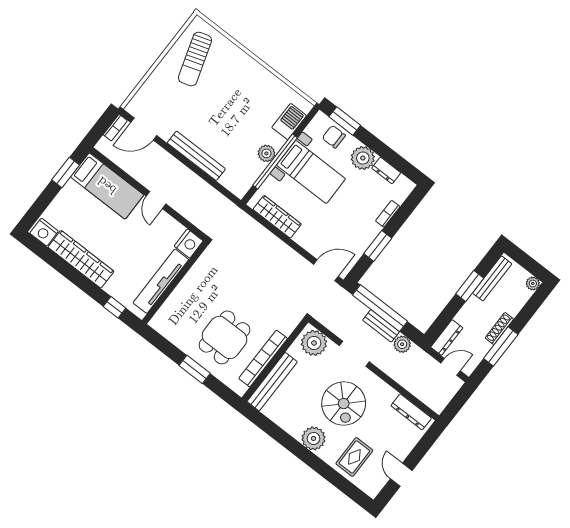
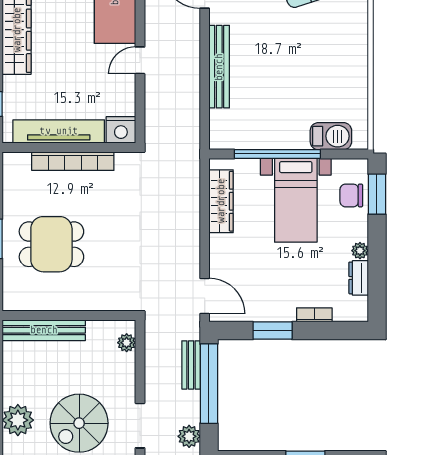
chair: (334, 137) -> (351, 195), turned -90
plant: (266, 153) -> (279, 138), removed
plant: (363, 158) -> (360, 251), width x0.53, depth x0.53
bench: (381, 326) -> (191, 365), moved
plant: (314, 343) -> (127, 343), width x0.53, depth x0.53
doorway: (354, 354) -> (140, 426), moved
bookcase: (263, 358) -> (73, 161), moved, turned 180

